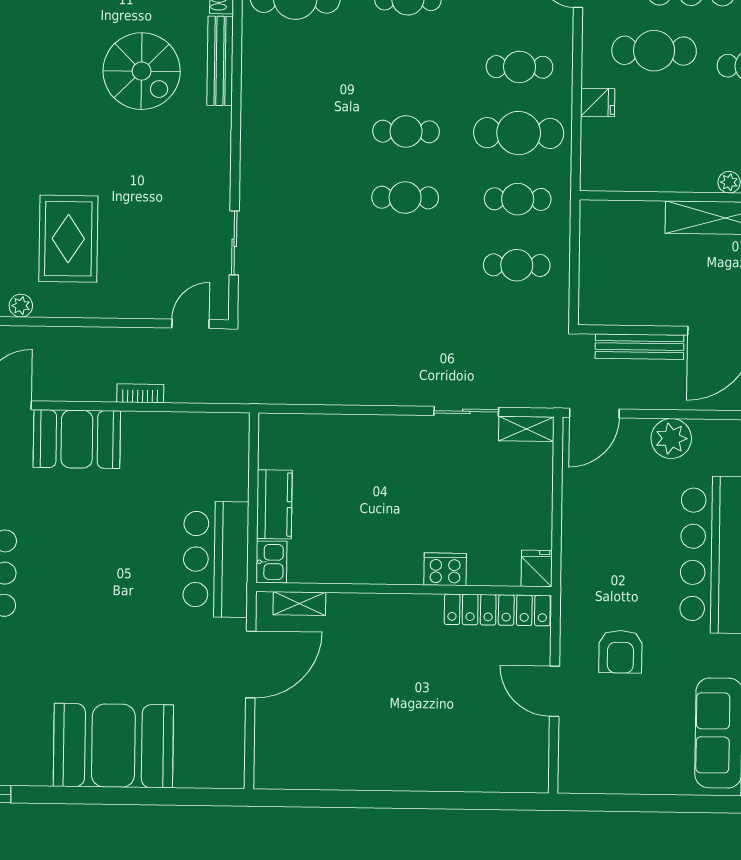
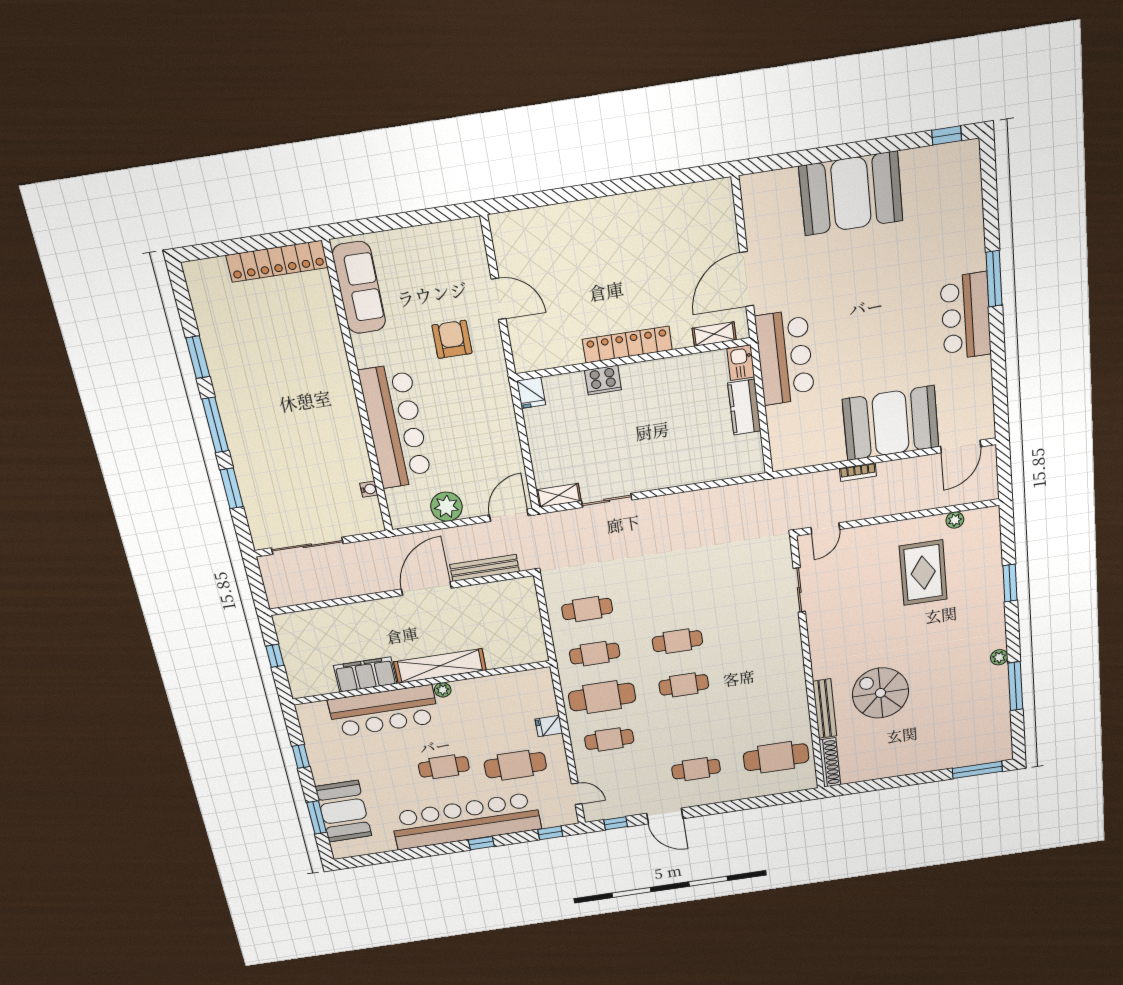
booth: (77, 439) -> (891, 423), width x1.36, depth x1.42
locker: (497, 610) -> (627, 345), moved

